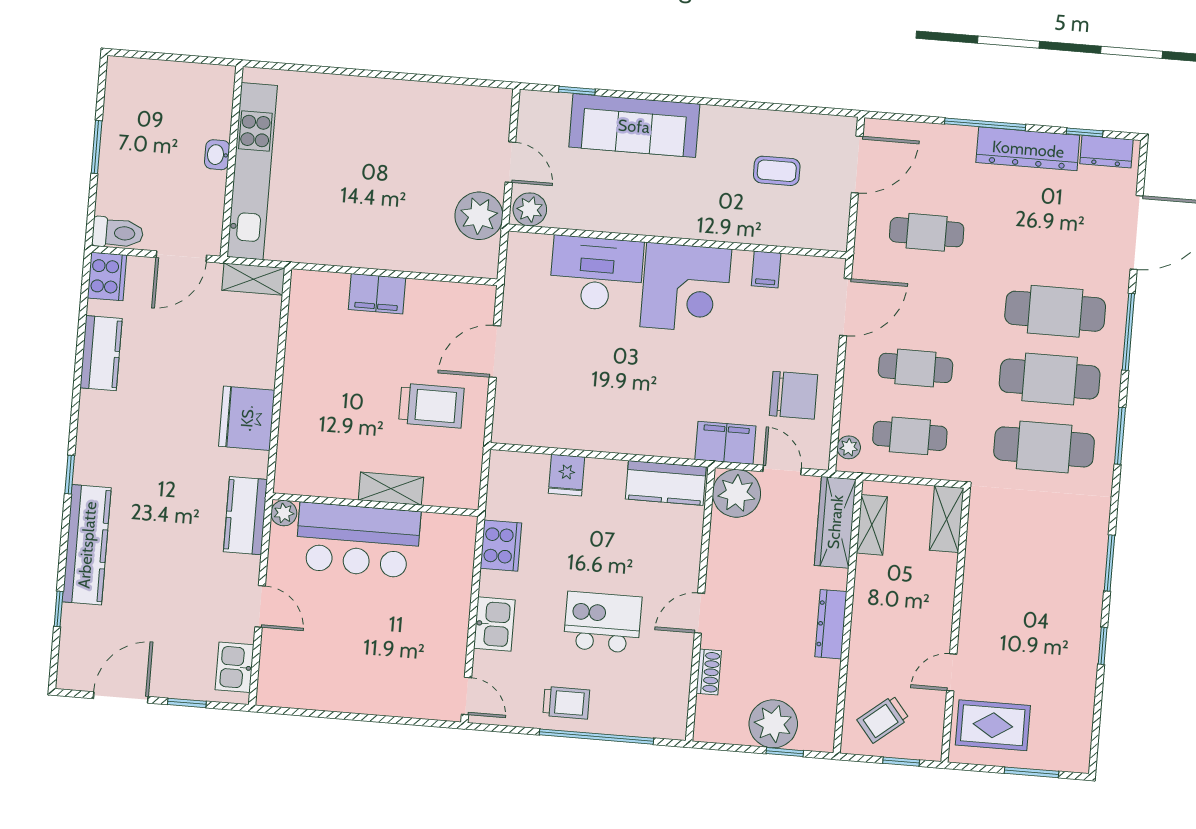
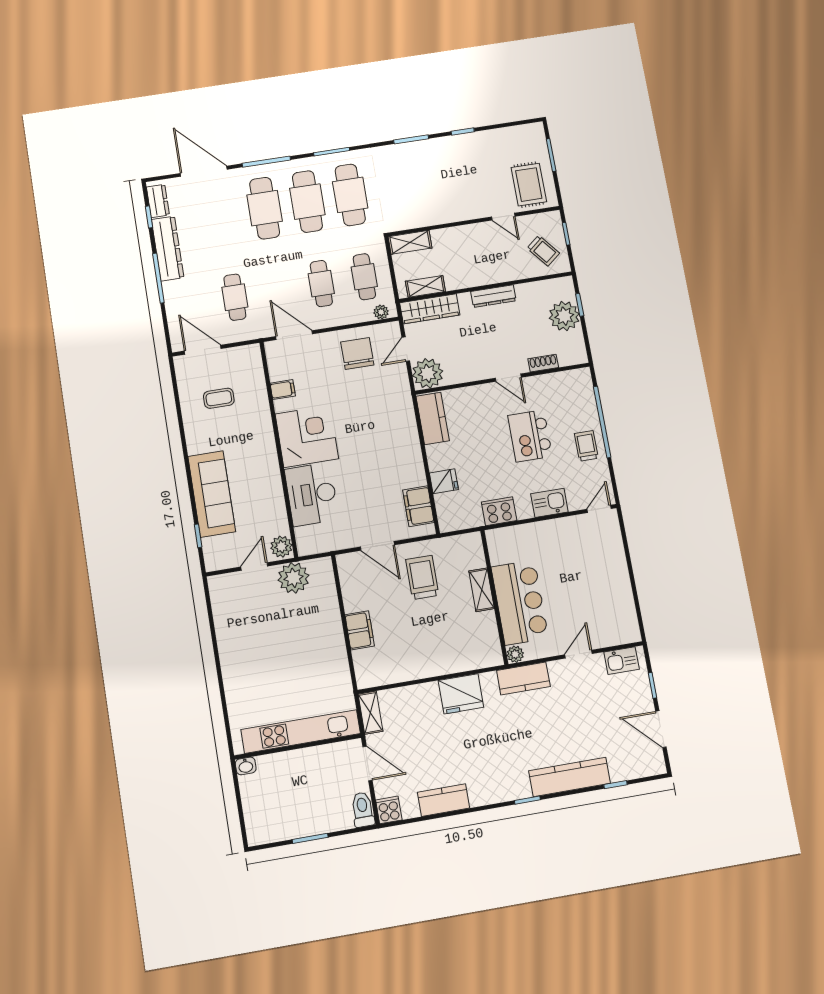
washbasin: (217, 155) -> (246, 766), moved
coffee table: (777, 171) -> (219, 398), turned 90
cooker: (107, 276) -> (389, 810), width x0.73
filing cabinet: (725, 443) -> (418, 506), moved

